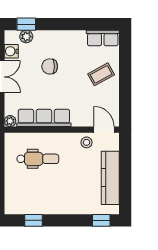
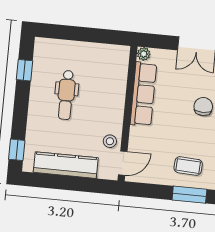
window: (125, 71) -> (189, 195), added
coffee table: (101, 74) -> (188, 166), turned -58
dental chair: (38, 159) -> (66, 95), moved

